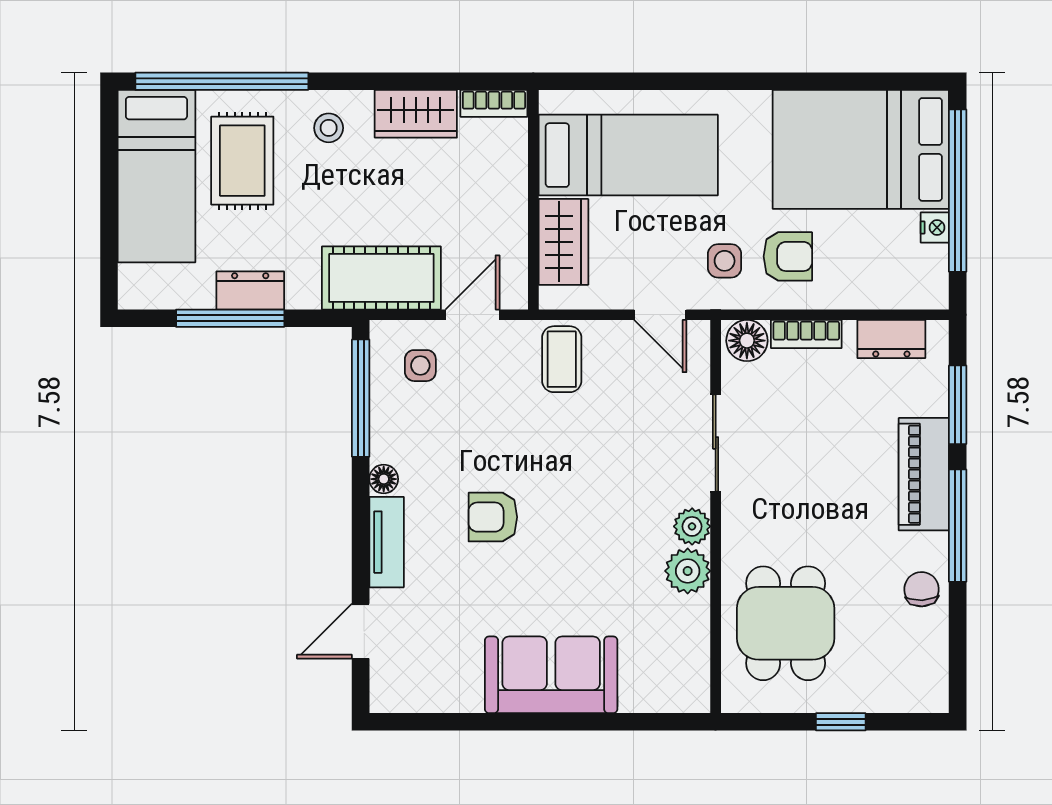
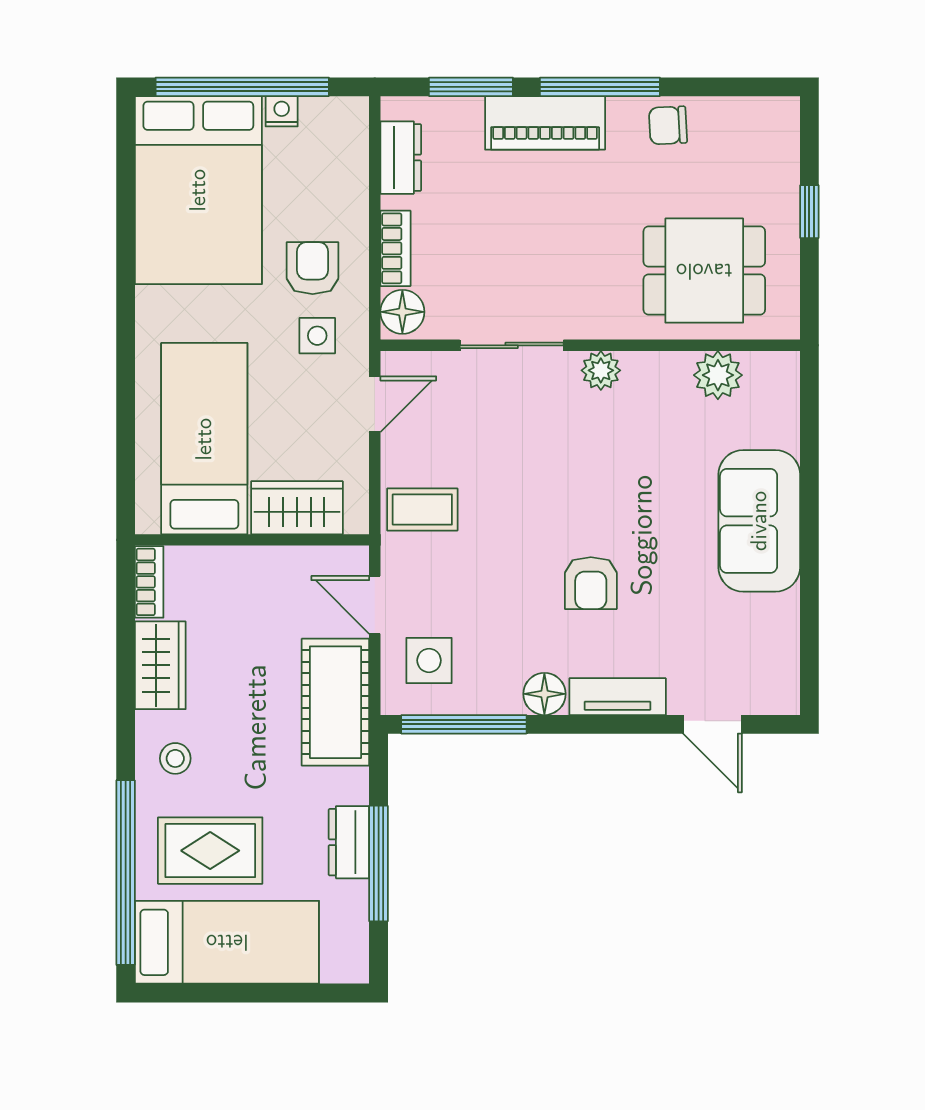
side table: (420, 366) -> (429, 660), width x1.37, depth x1.37
floor lamp: (384, 479) -> (544, 694), width x1.37, depth x1.37
plant: (688, 571) -> (718, 375), moved

